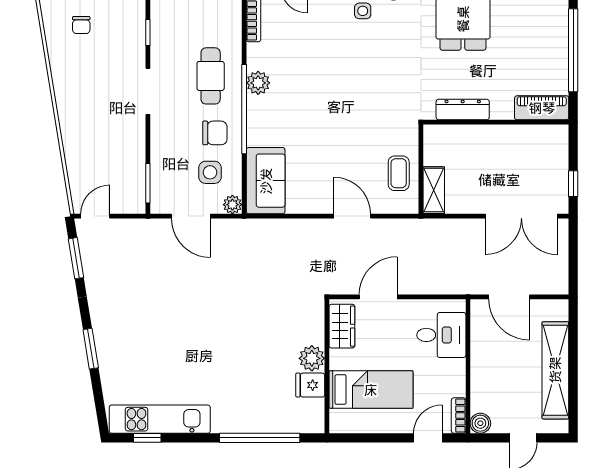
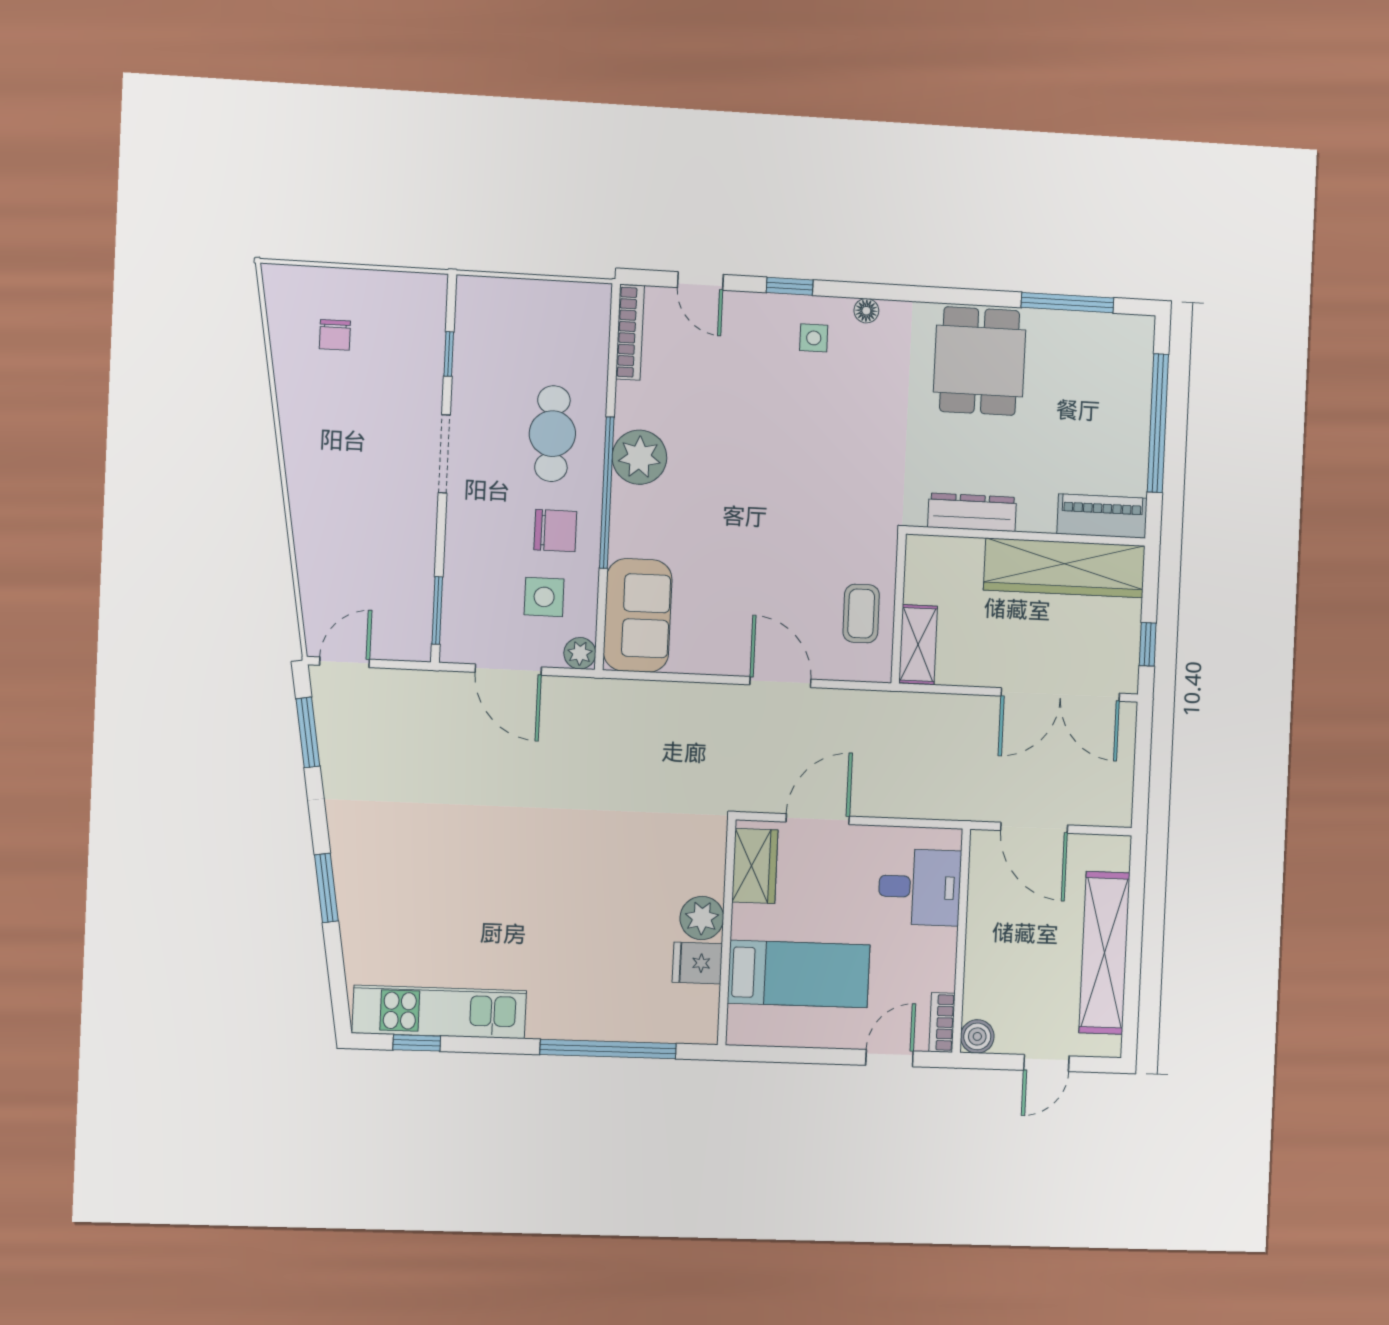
plant: (258, 83) -> (639, 457), width x1.36, depth x1.36
wardrobe: (520, 140) -> (1064, 568), added

